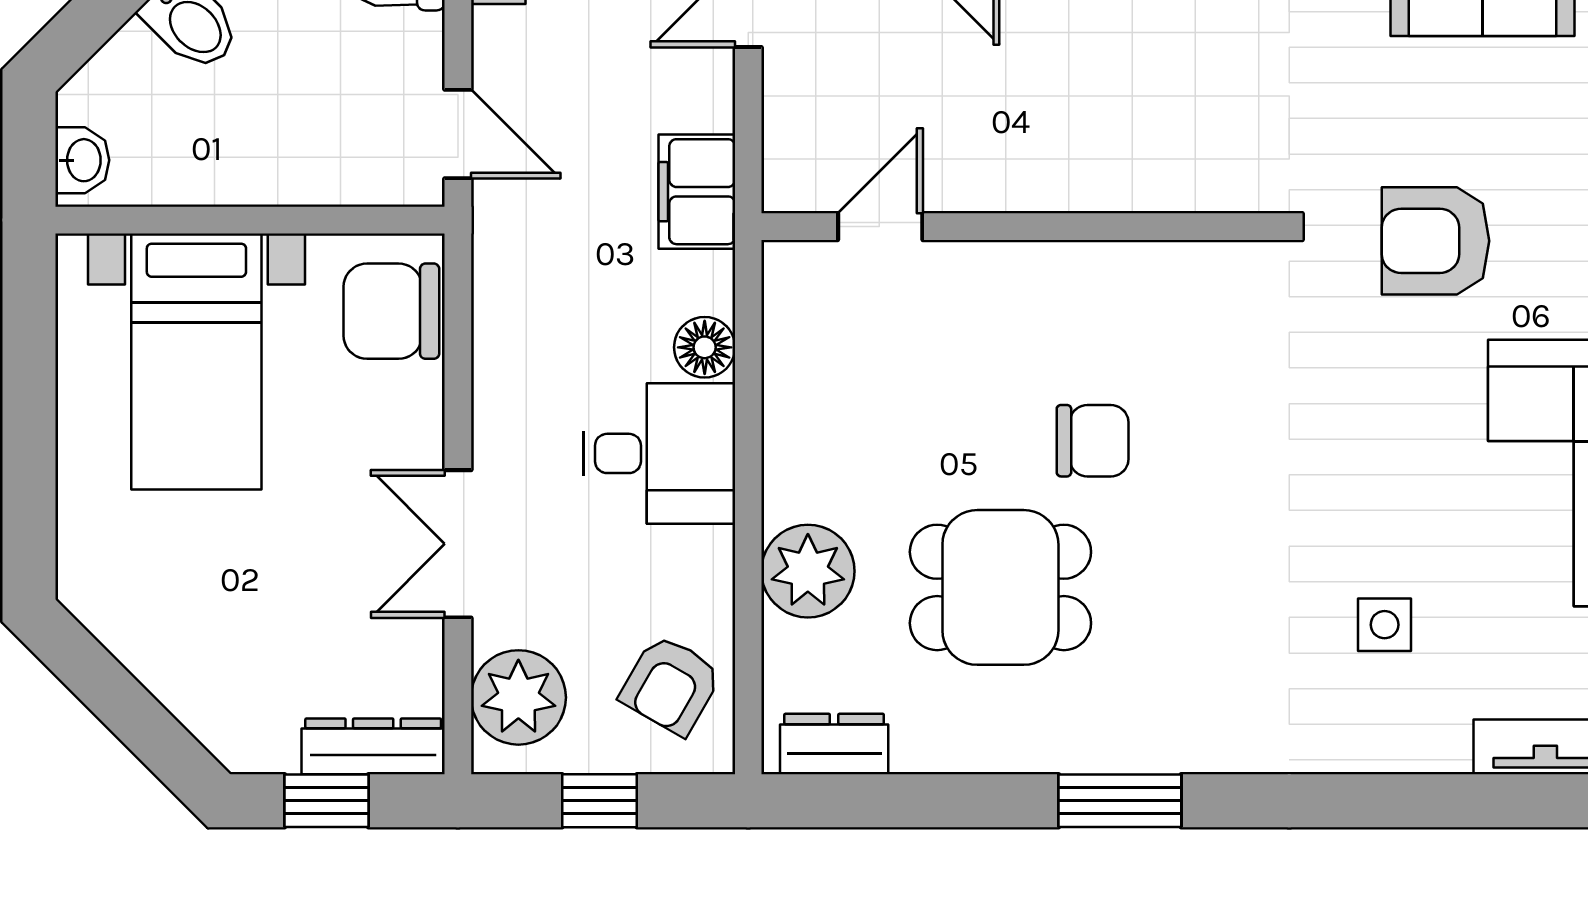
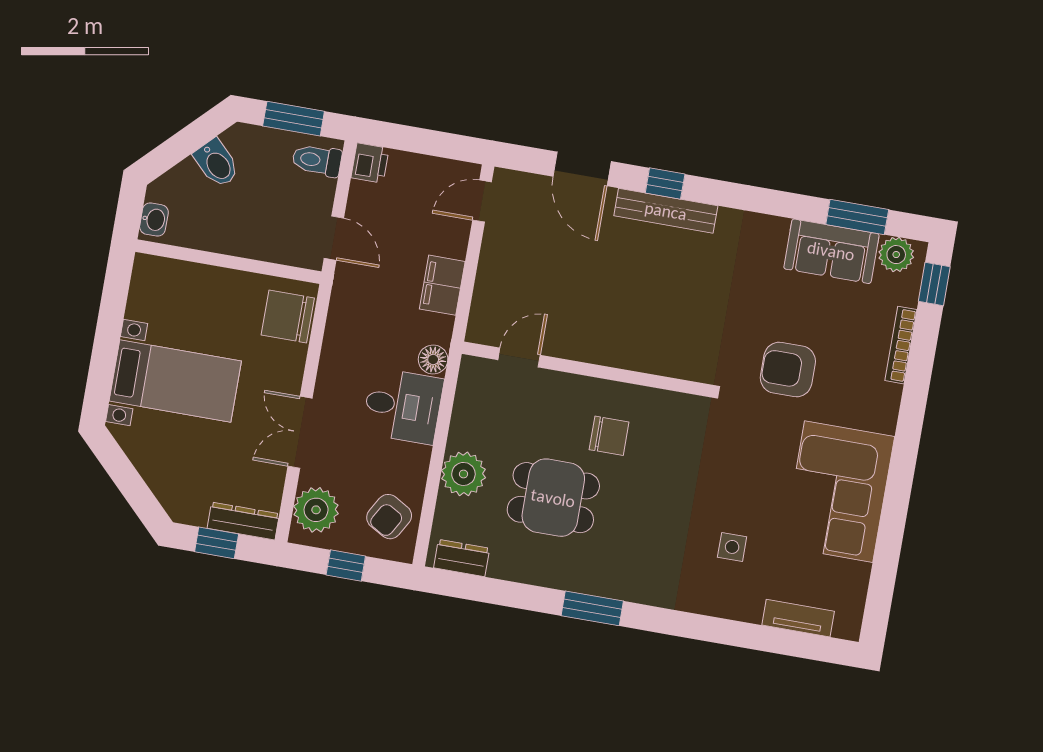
door: (880, 227) -> (519, 357), moved
wall: (1019, 227) -> (585, 369), moved
bed with nightstands: (196, 361) -> (175, 381), moved, turned -90

